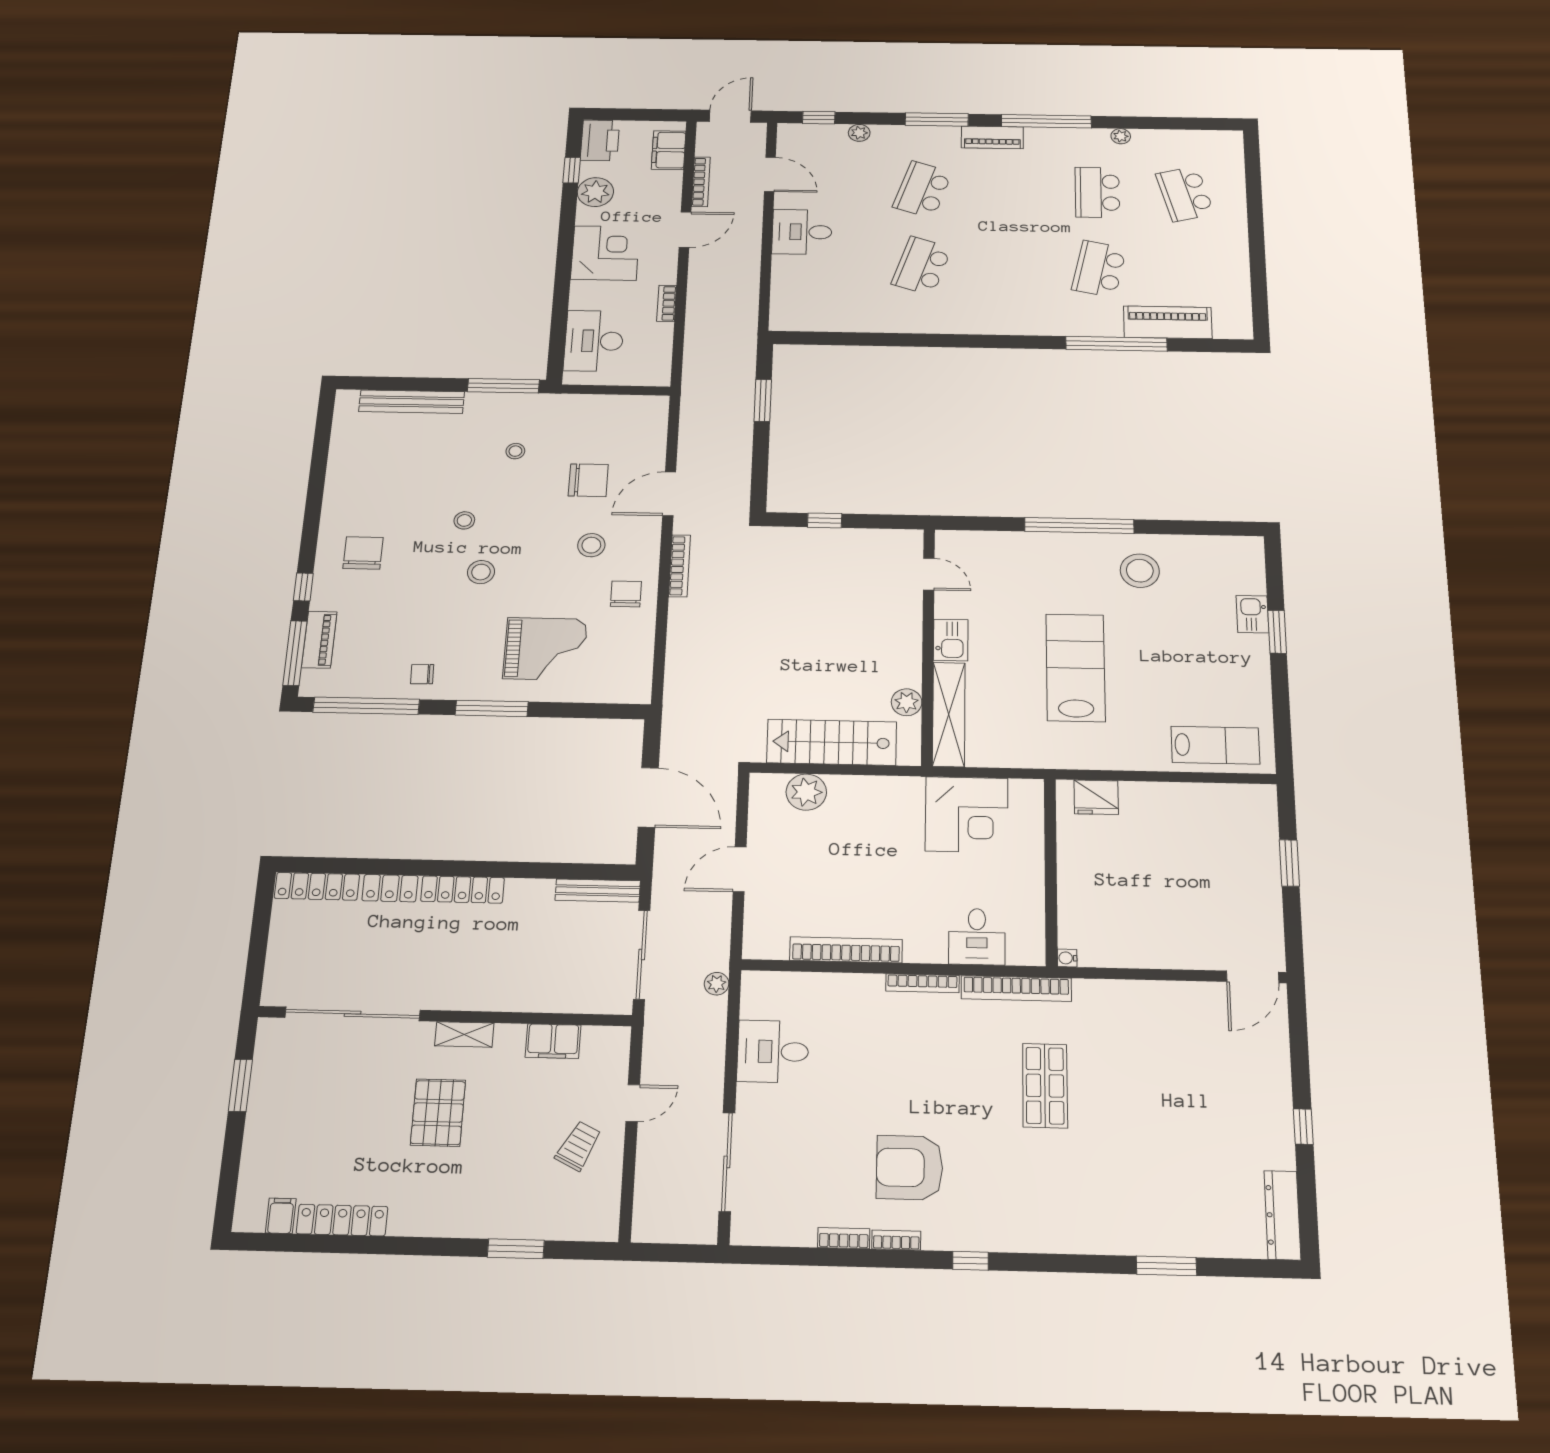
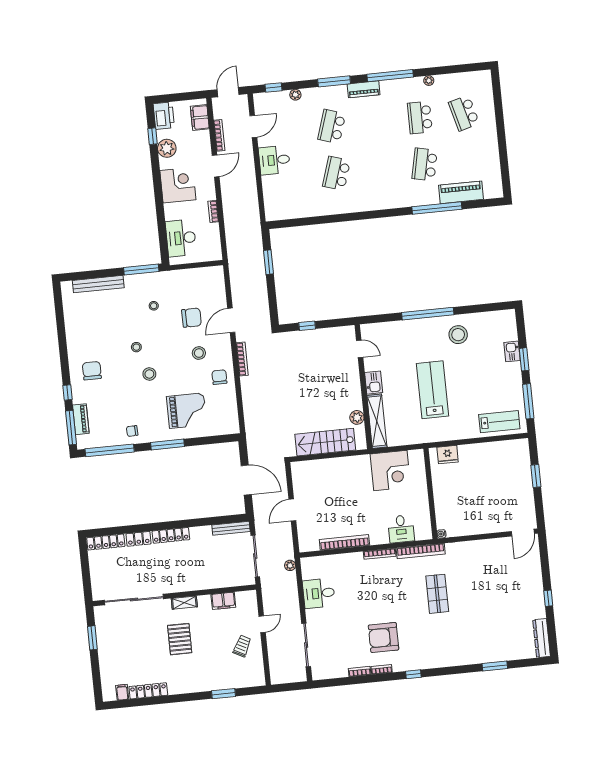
door: (770, 174) -> (253, 126), hinge flipped
window: (1281, 713) -> (528, 401), added
plant: (806, 792) -> (317, 469), removed

